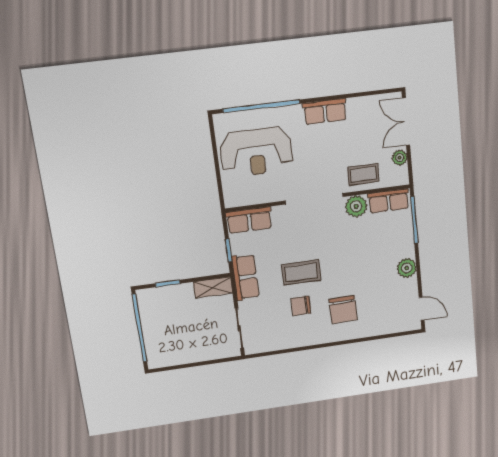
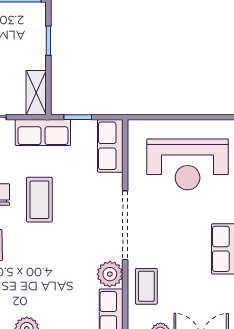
reception desk: (257, 152) -> (188, 164), turned -90

